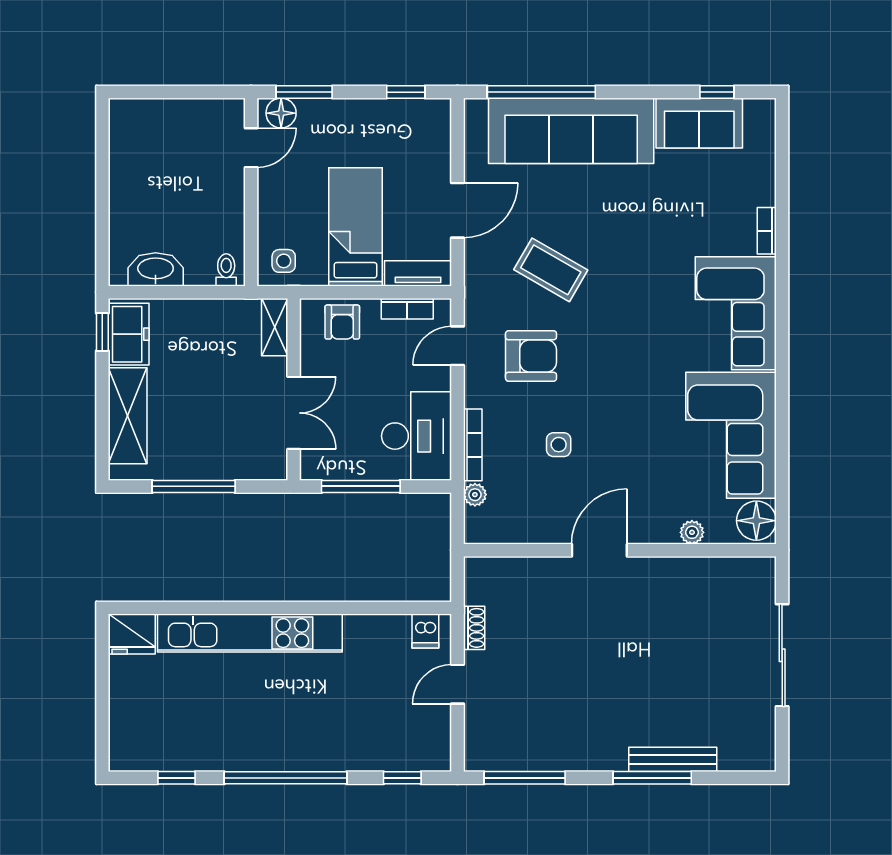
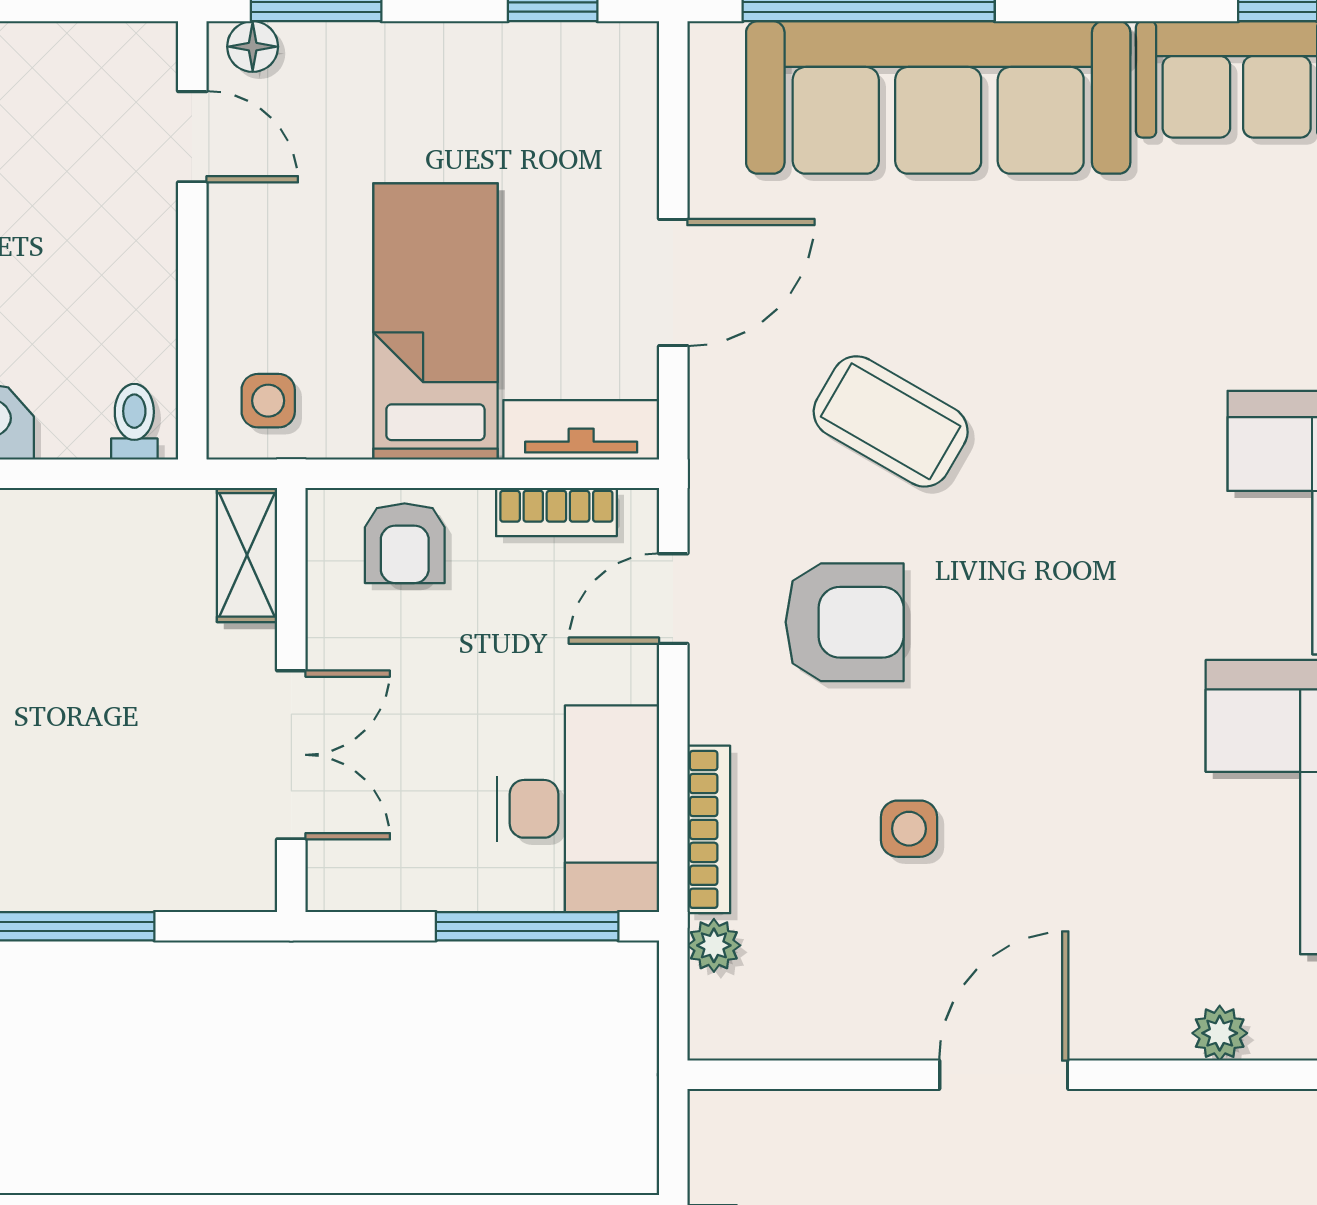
floor lamp: (281, 113) -> (253, 47), width x0.73, depth x0.73
door: (251, 148) -> (192, 137), hinge flipped
window: (361, 486) -> (527, 926), moved

